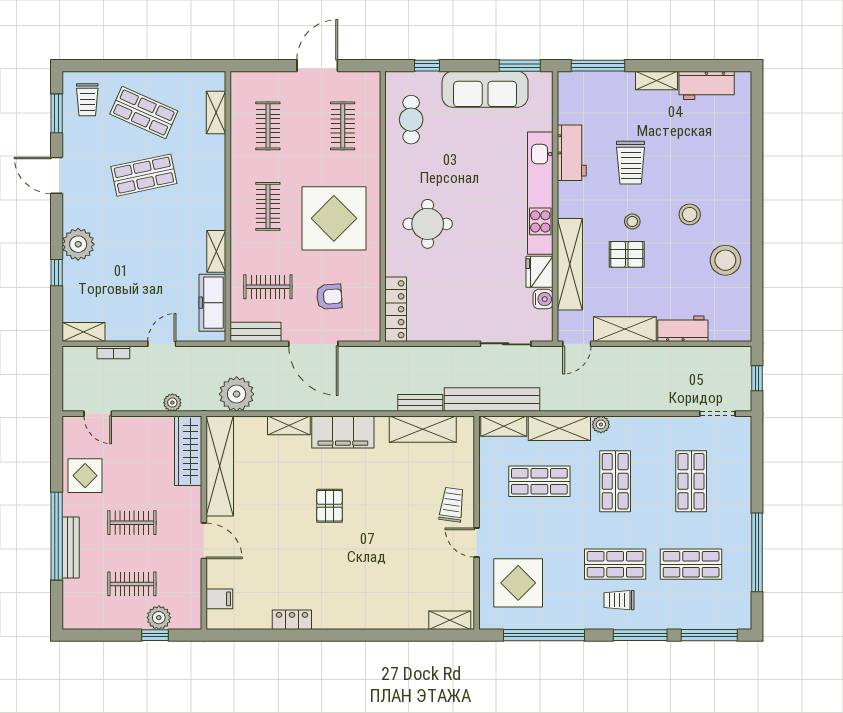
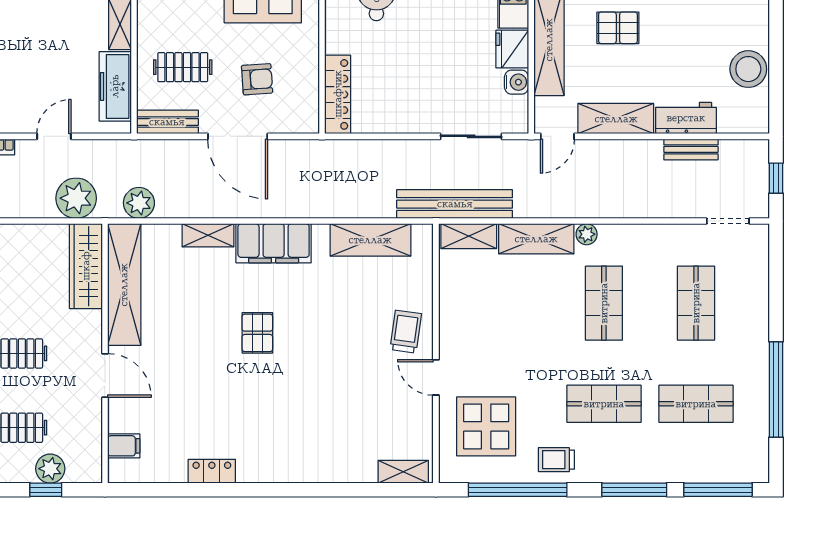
stool: (725, 260) -> (748, 69), moved
plant: (237, 394) -> (139, 203), width x0.73, depth x0.73
plant: (172, 403) -> (76, 198), width x1.87, depth x1.87
bench: (420, 403) -> (691, 149), moved
shop shelf: (539, 481) -> (512, 303), removed
trolley: (619, 600) -> (556, 460), moved

